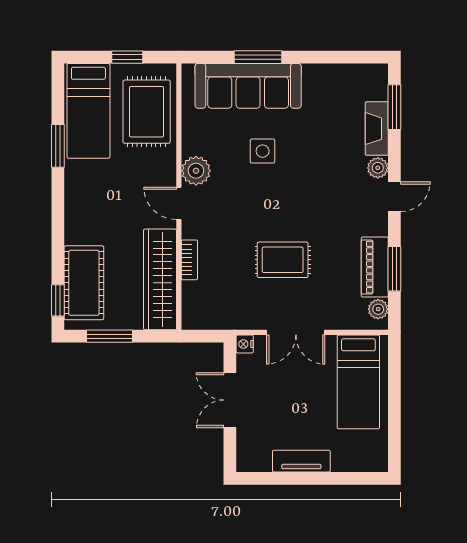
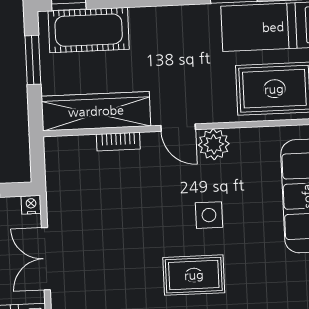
side table: (263, 151) -> (209, 215), moved
door: (179, 203) -> (178, 128), swing flipped
rug: (283, 260) -> (194, 275), moved, turned 90

